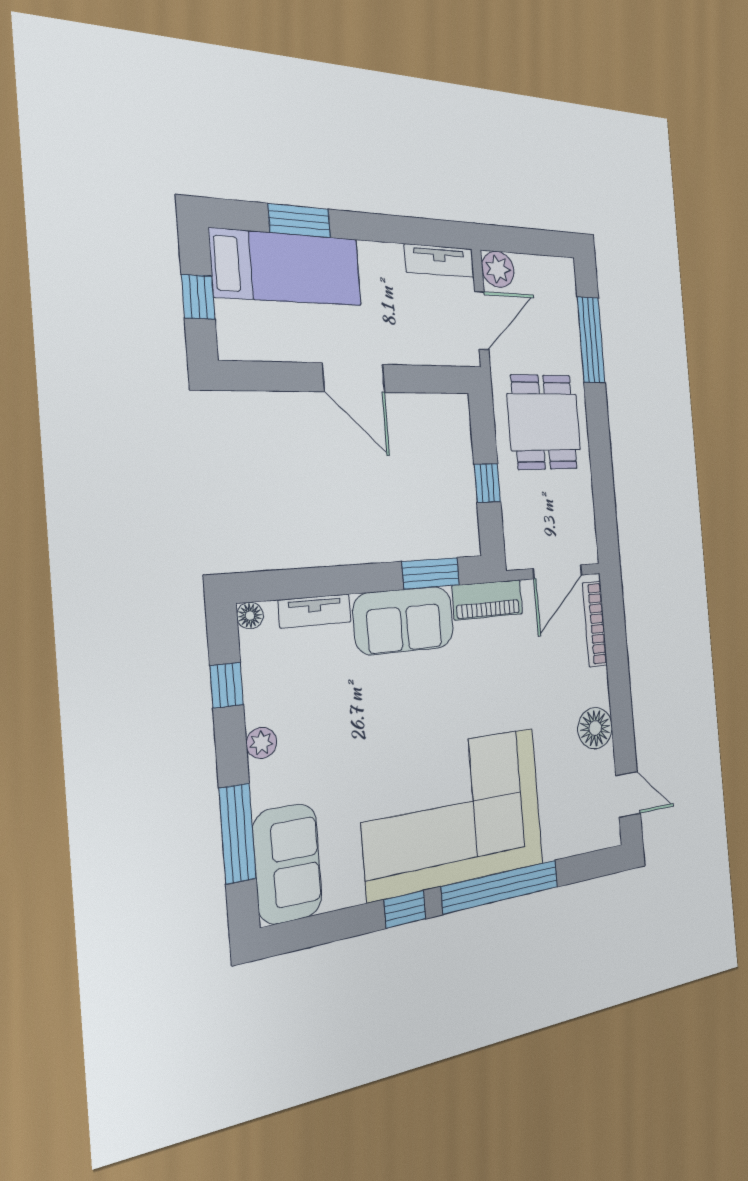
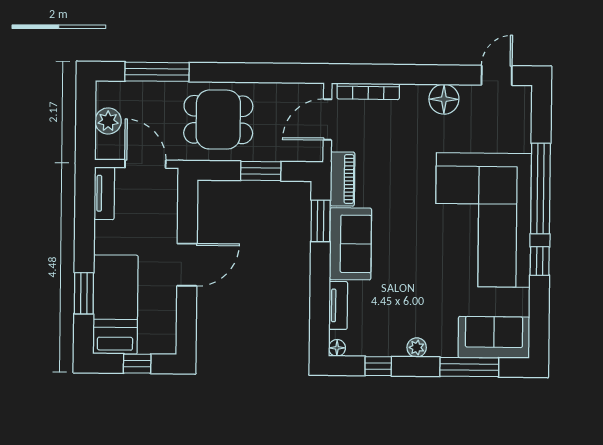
plant: (498, 269) -> (108, 121), moved
window: (487, 483) -> (261, 171), width x1.50
door: (558, 572) -> (327, 119), swing flipped

